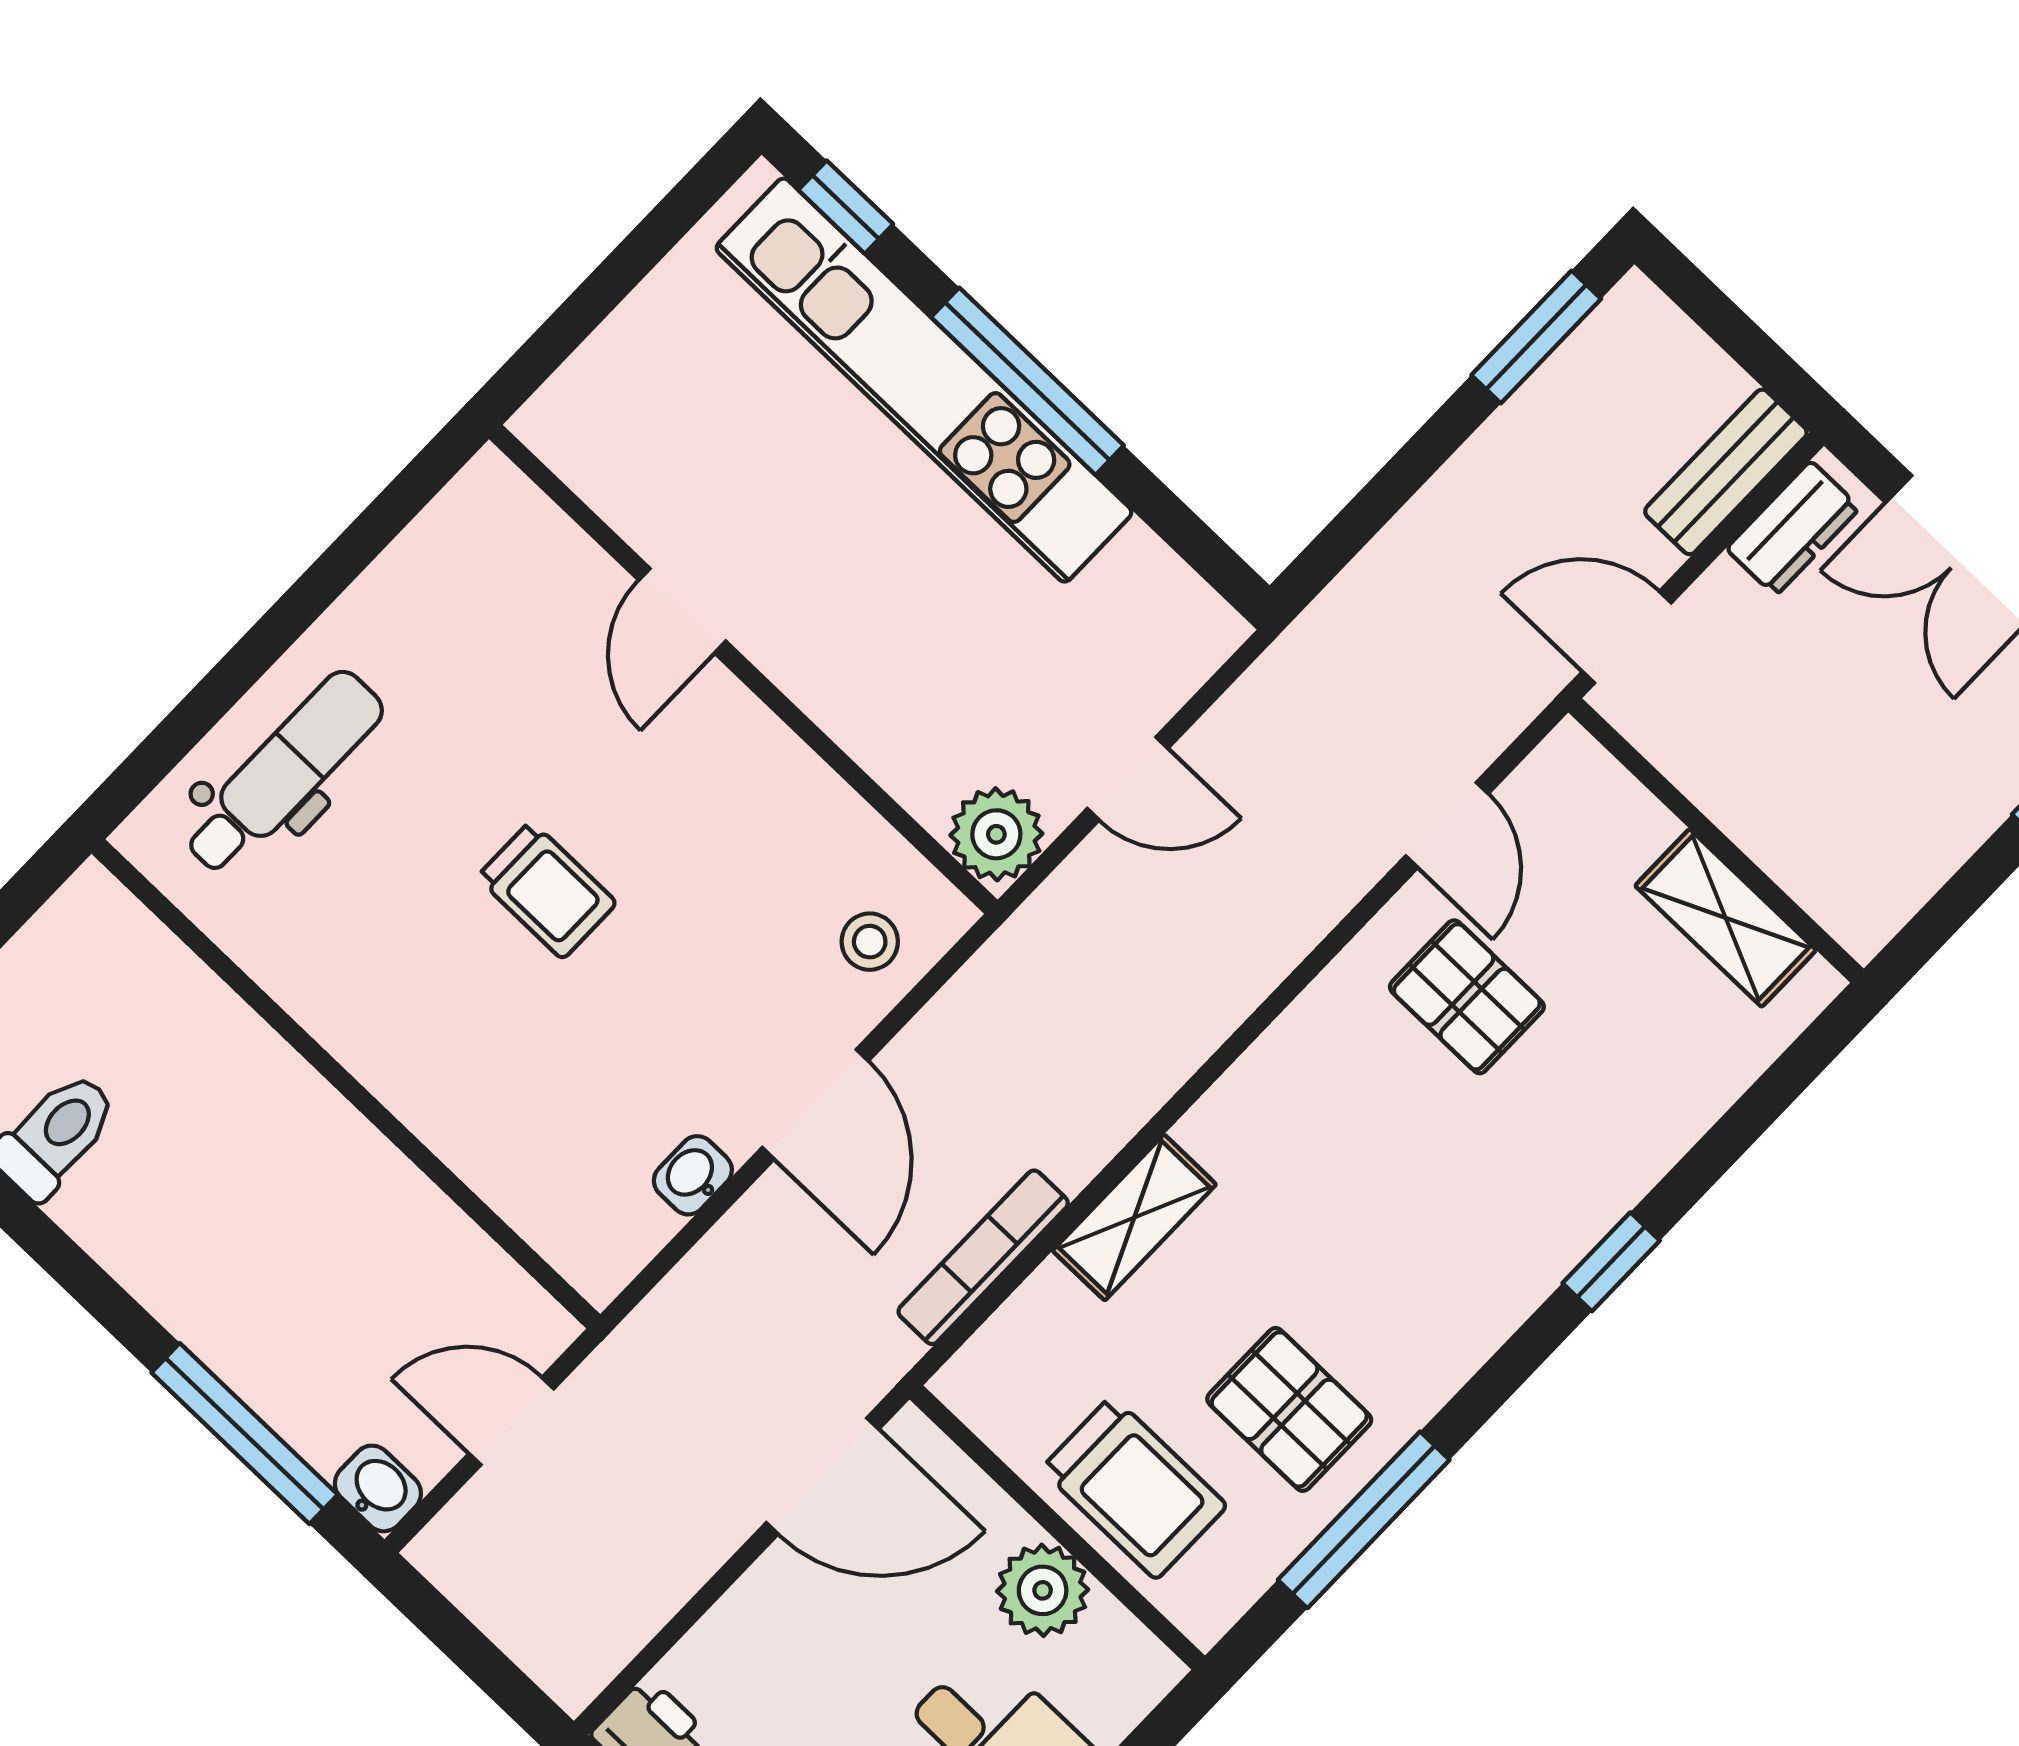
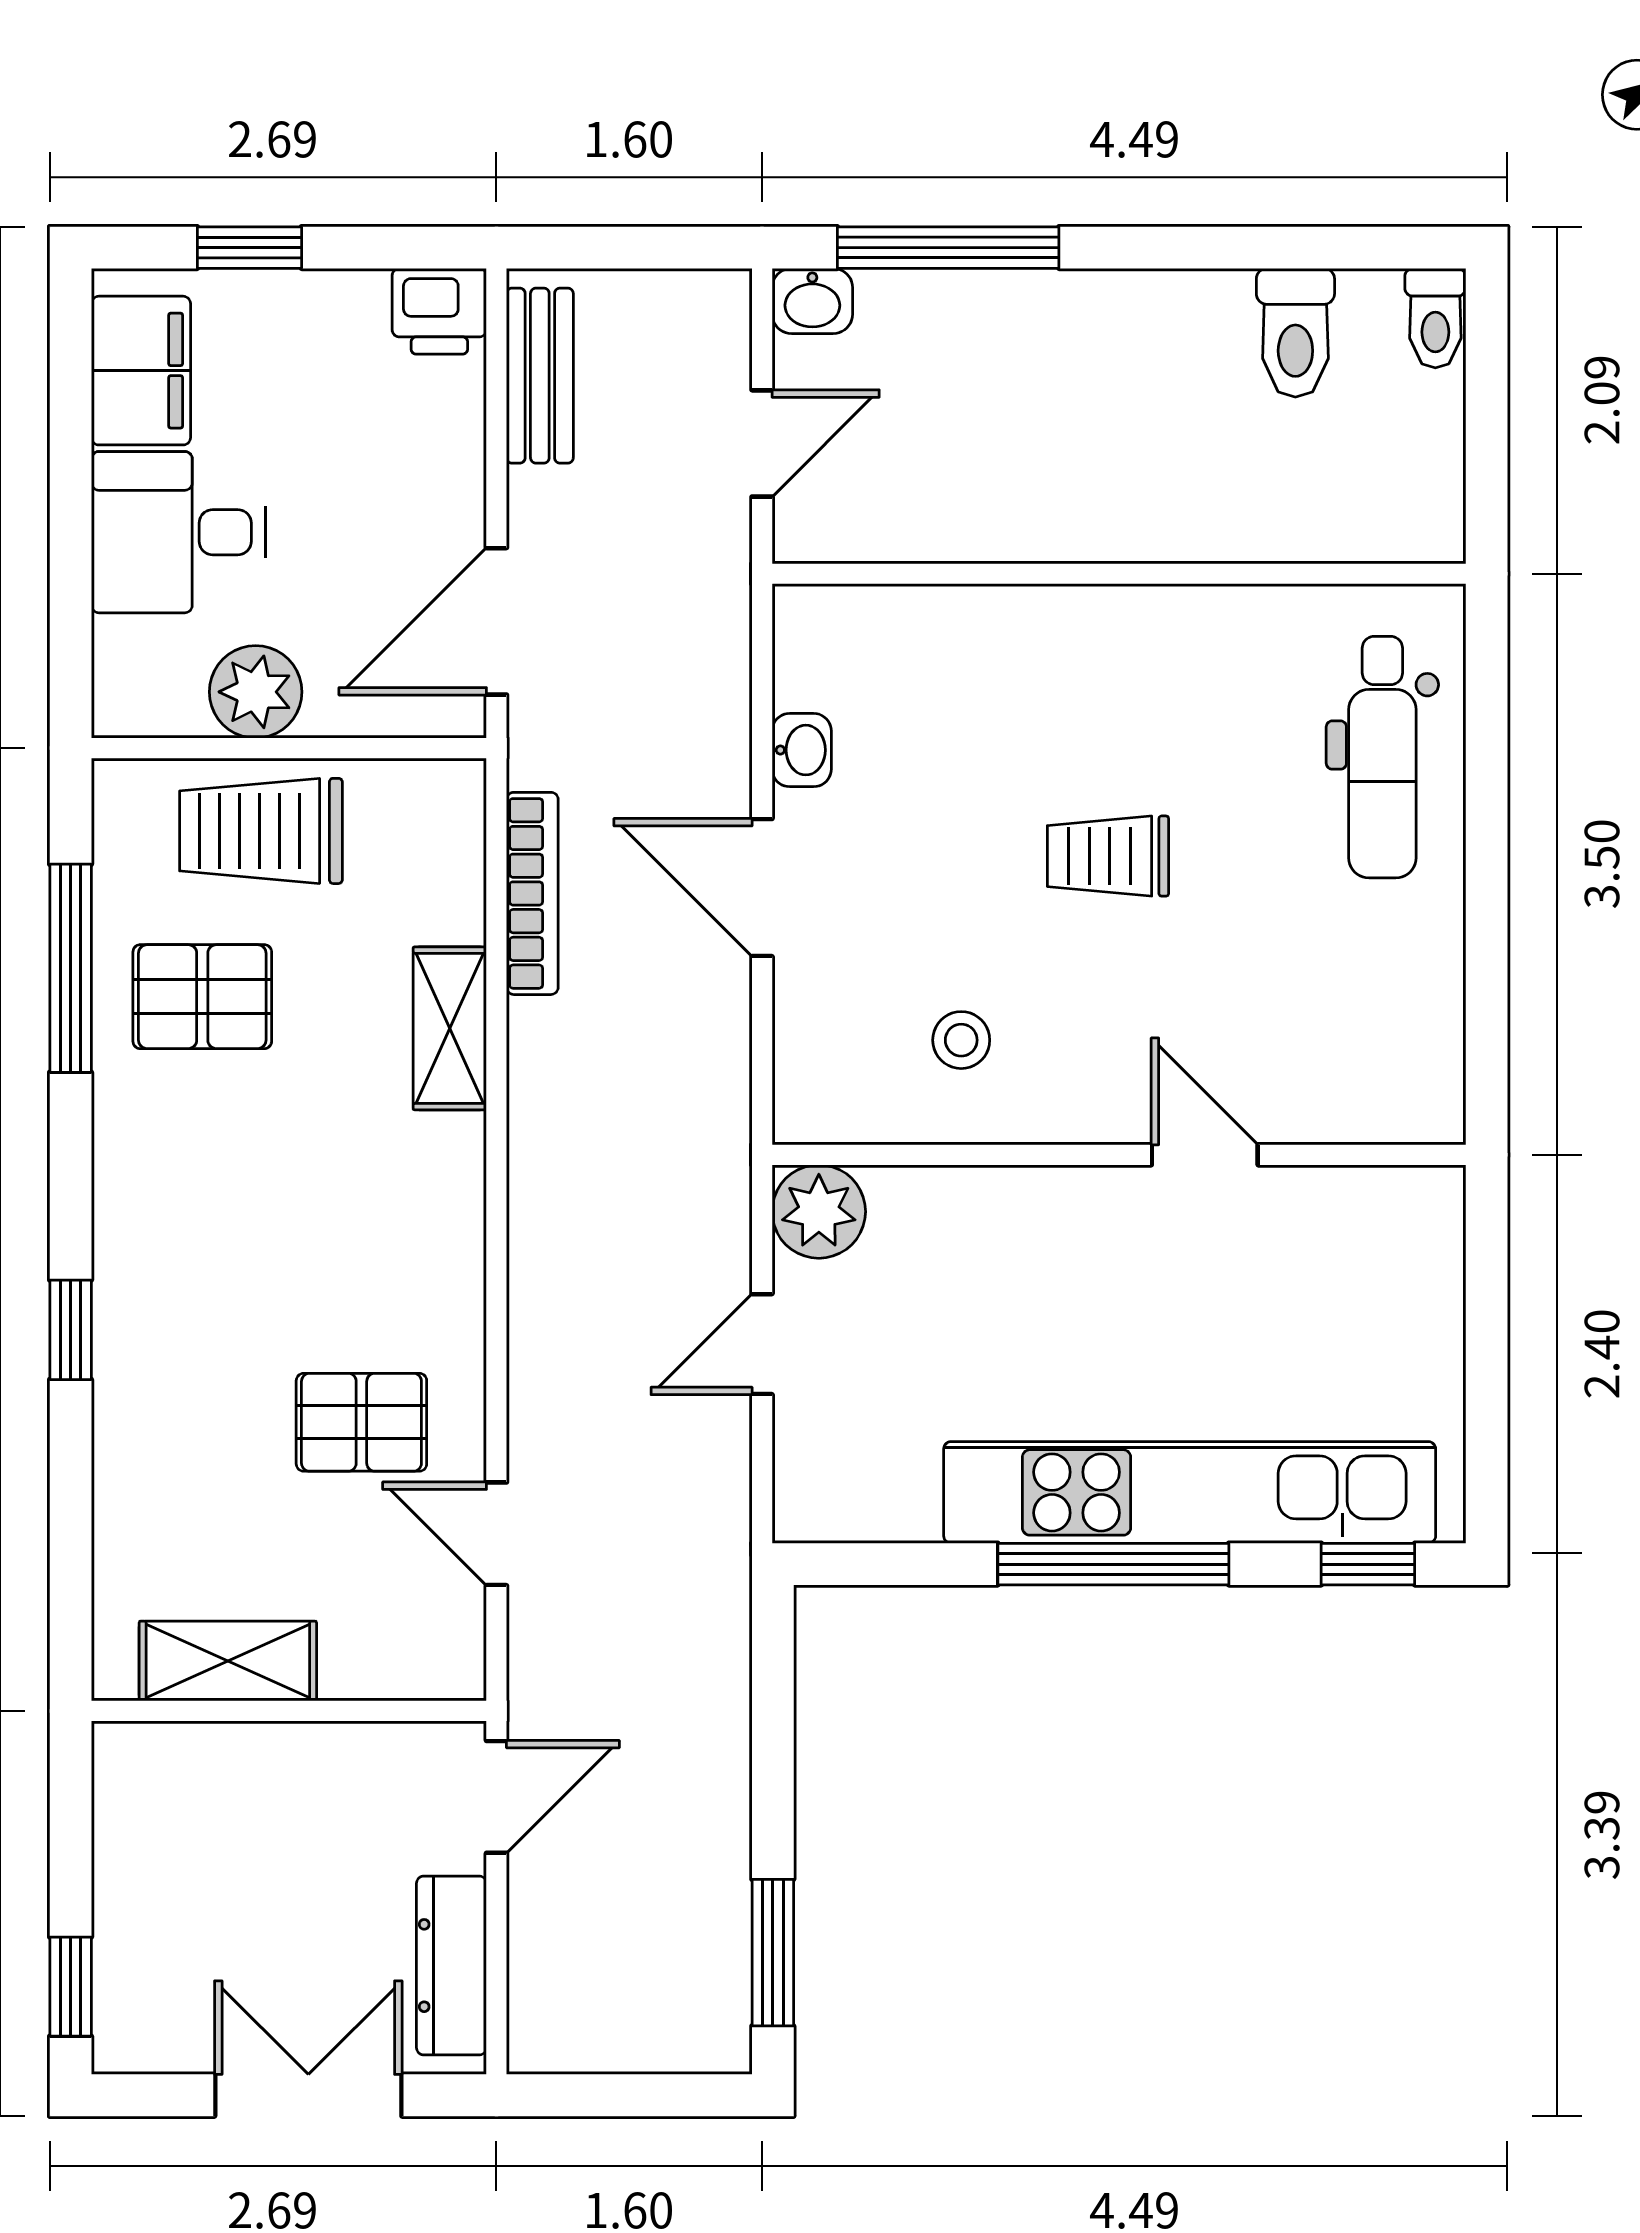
bench: (1726, 472) -> (540, 376), moved
dresser: (1793, 528) -> (451, 1966), width x1.44
stool: (870, 942) -> (961, 1040), moved

